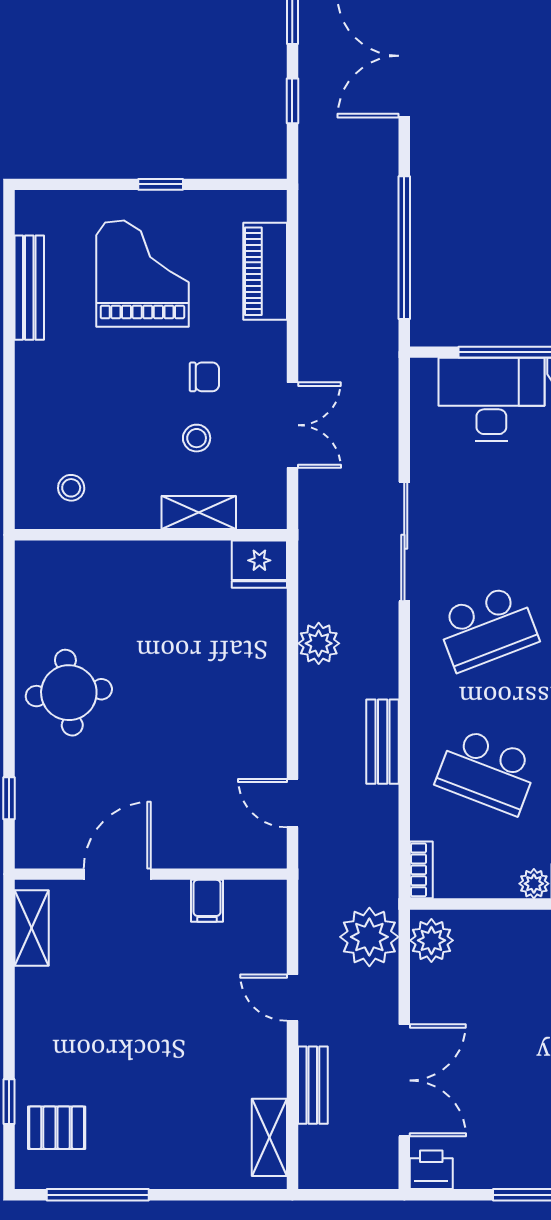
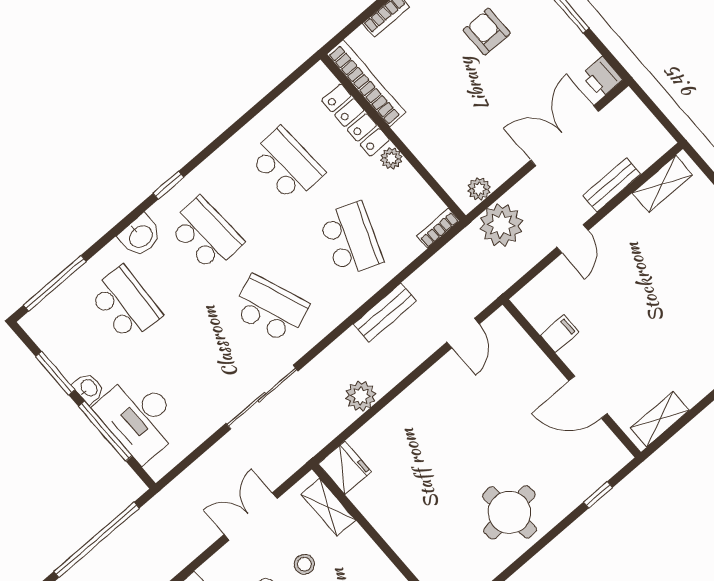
shelving: (199, 513) -> (328, 507), moved
plant: (431, 940) -> (479, 189), width x0.73, depth x0.73

